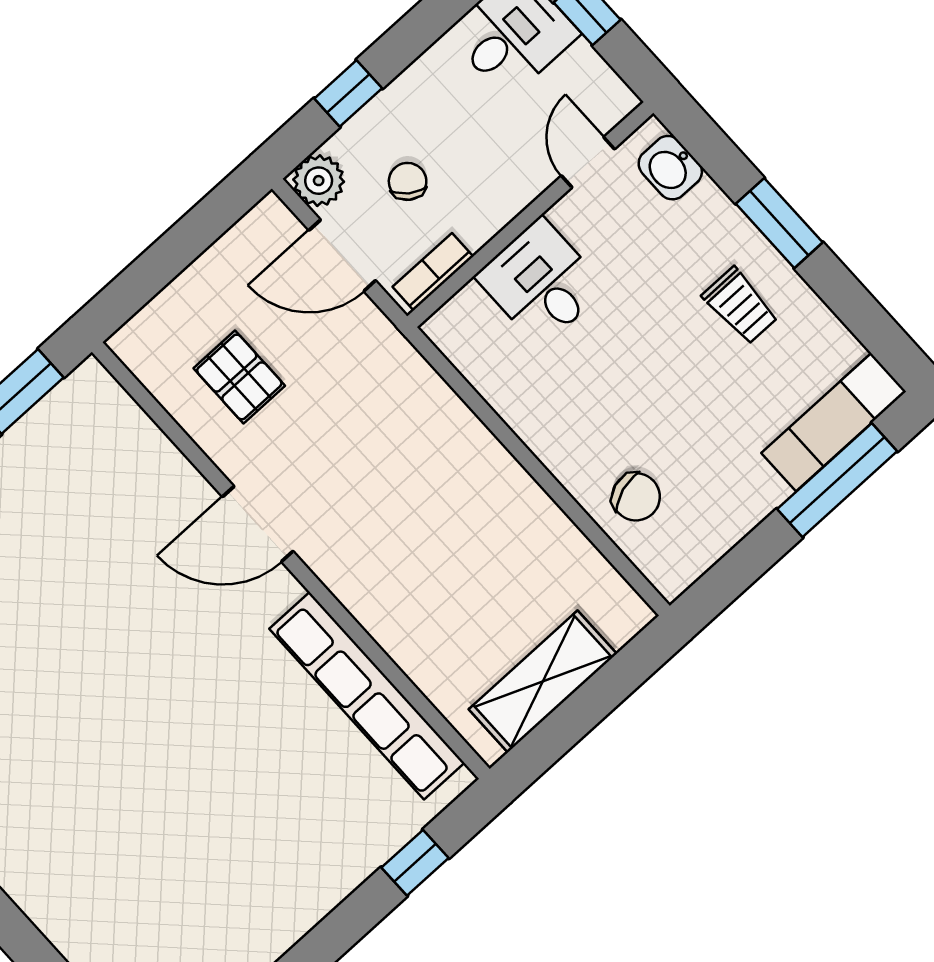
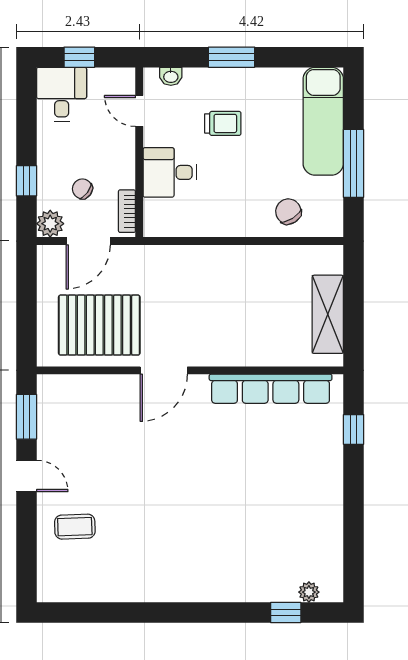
washbasin: (670, 168) -> (171, 76), width x0.72, depth x0.69
trolley: (740, 306) -> (223, 123), moved
pallet: (239, 377) -> (99, 325), width x2.05, depth x2.00
exam couch: (834, 422) -> (323, 121), width x1.36, depth x1.45
window: (837, 480) -> (354, 163), moved
chair: (636, 497) -> (288, 212), turned -104

